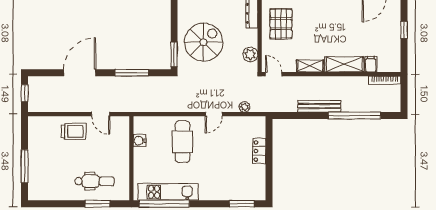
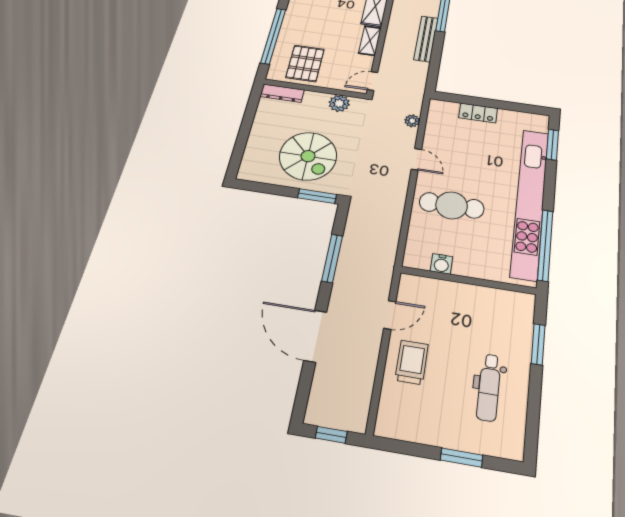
pallet: (281, 24) -> (305, 63), turned 90
spiral stairs: (203, 42) -> (308, 156), turned 180
window: (25, 166) -> (461, 458), width x0.69
dental chair: (95, 181) -> (489, 387), moved, turned 180
kitchen unit: (168, 192) -> (530, 202), width x1.86

